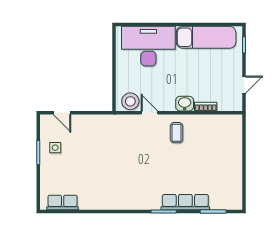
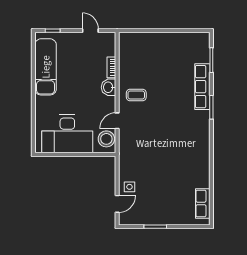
desk: (148, 46) -> (67, 134), moved, turned -90
side table: (55, 148) -> (129, 187), moved

